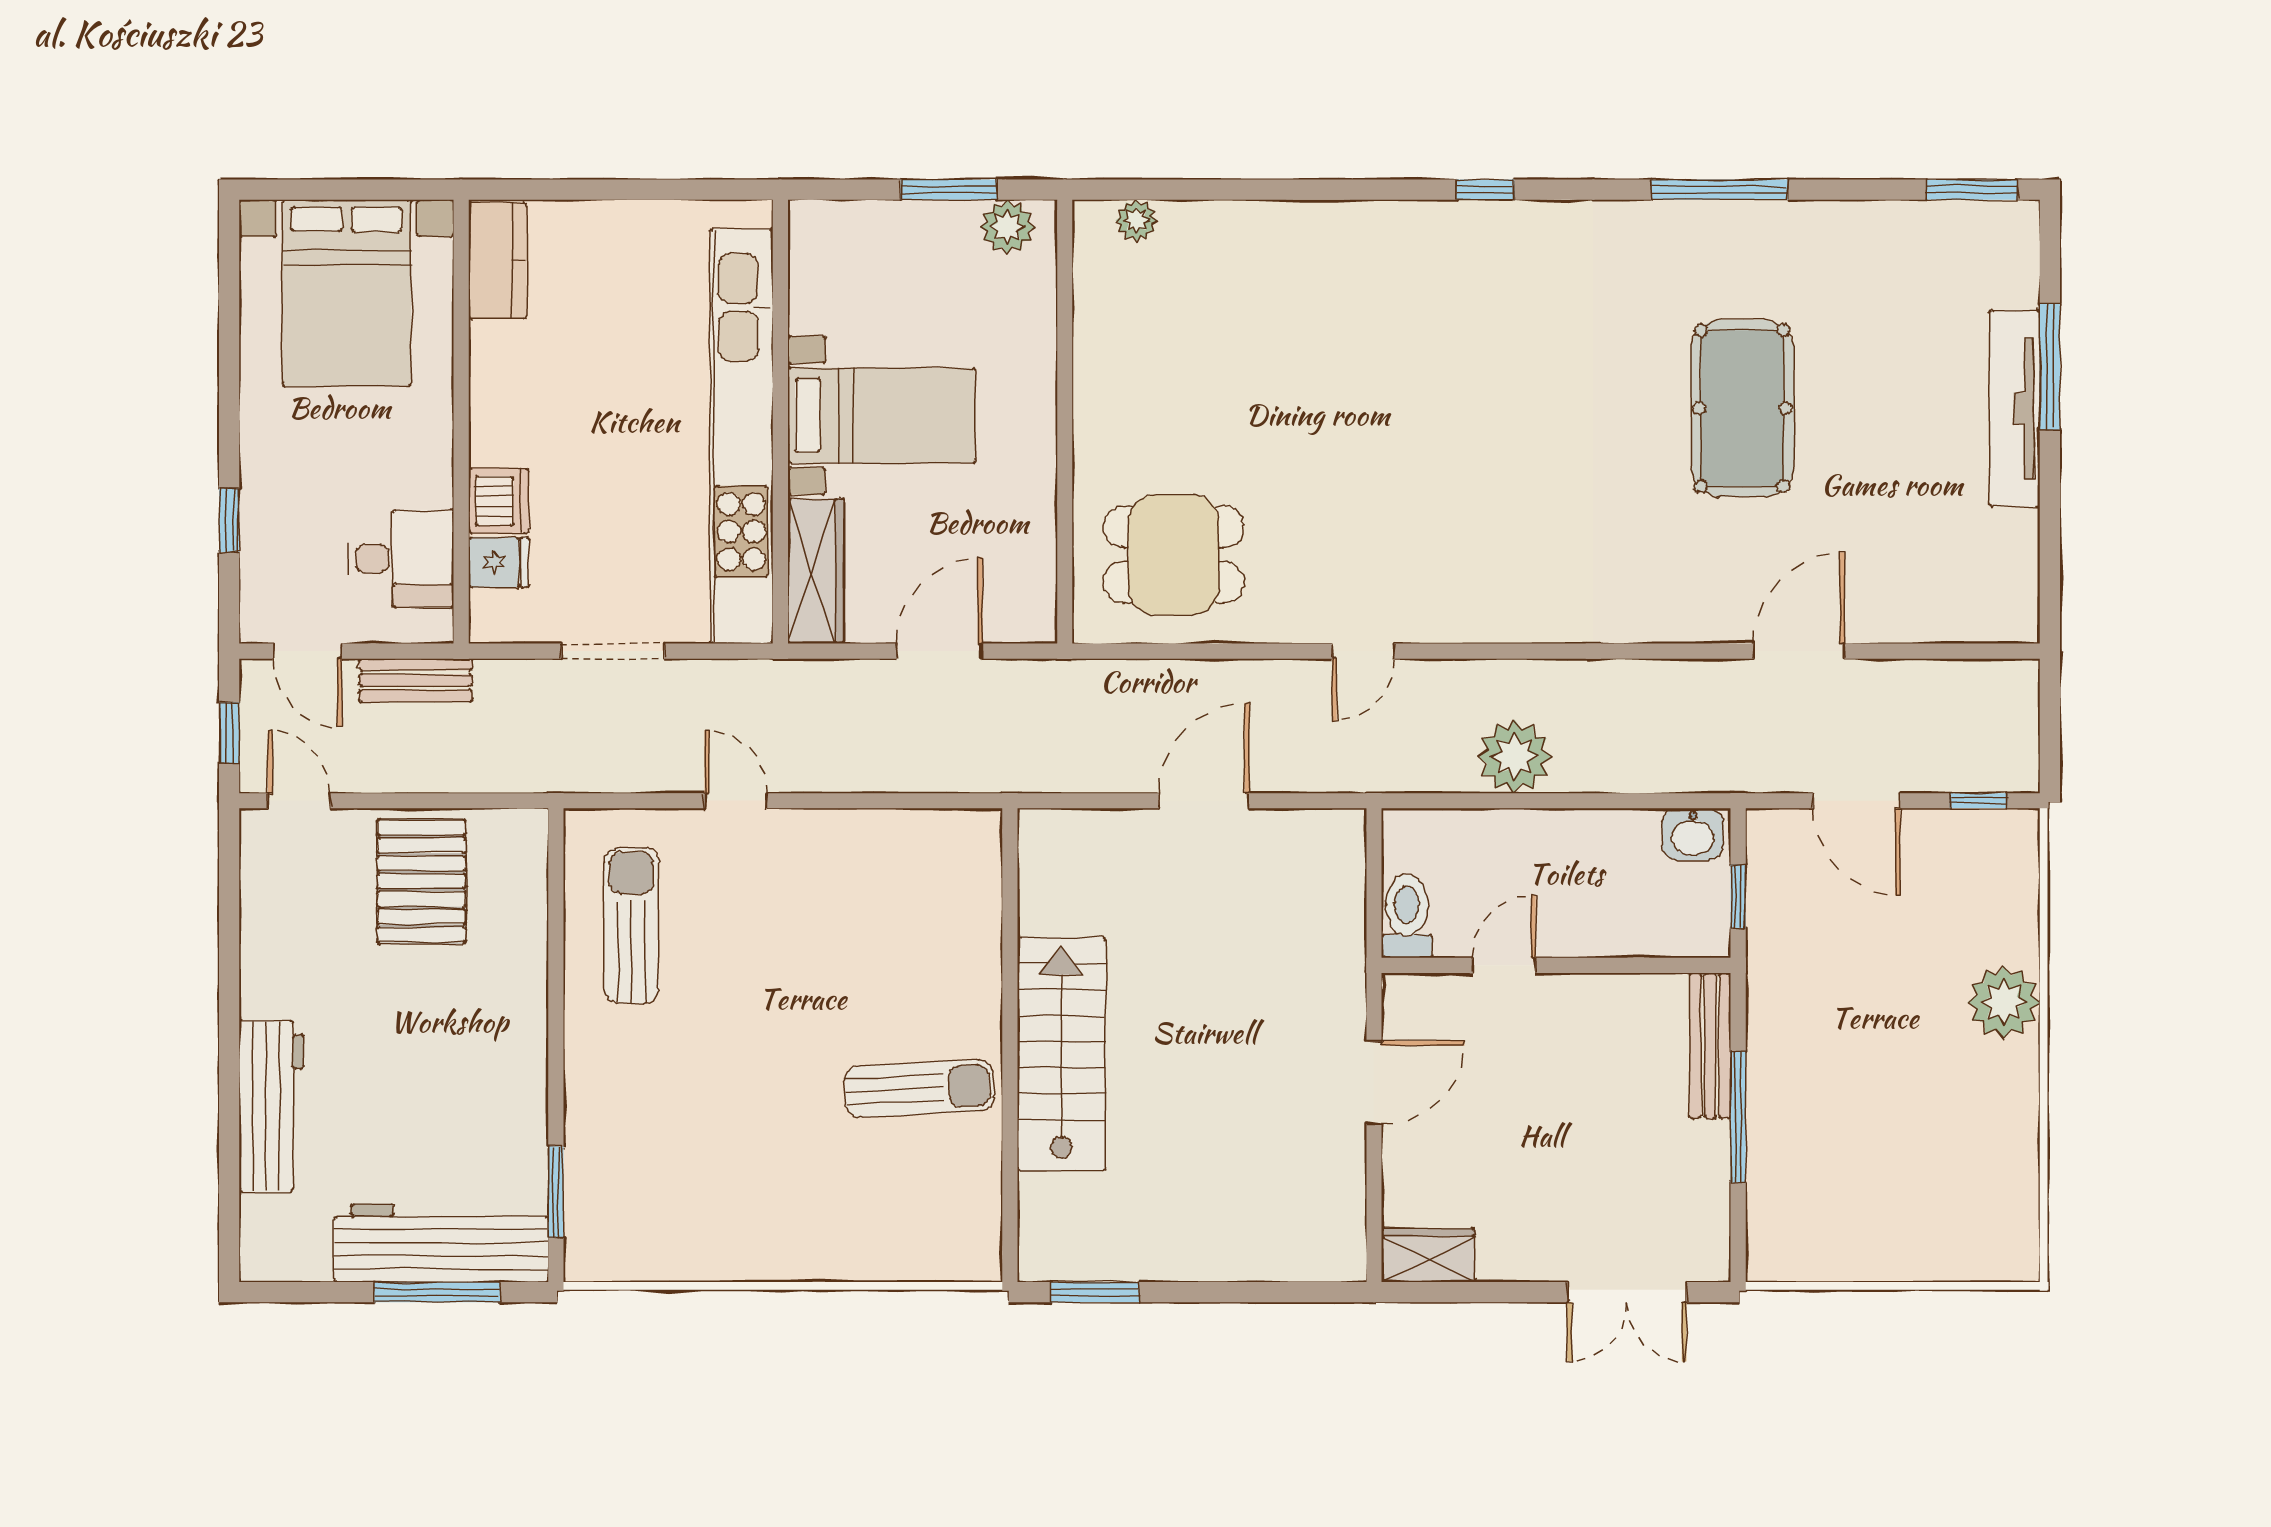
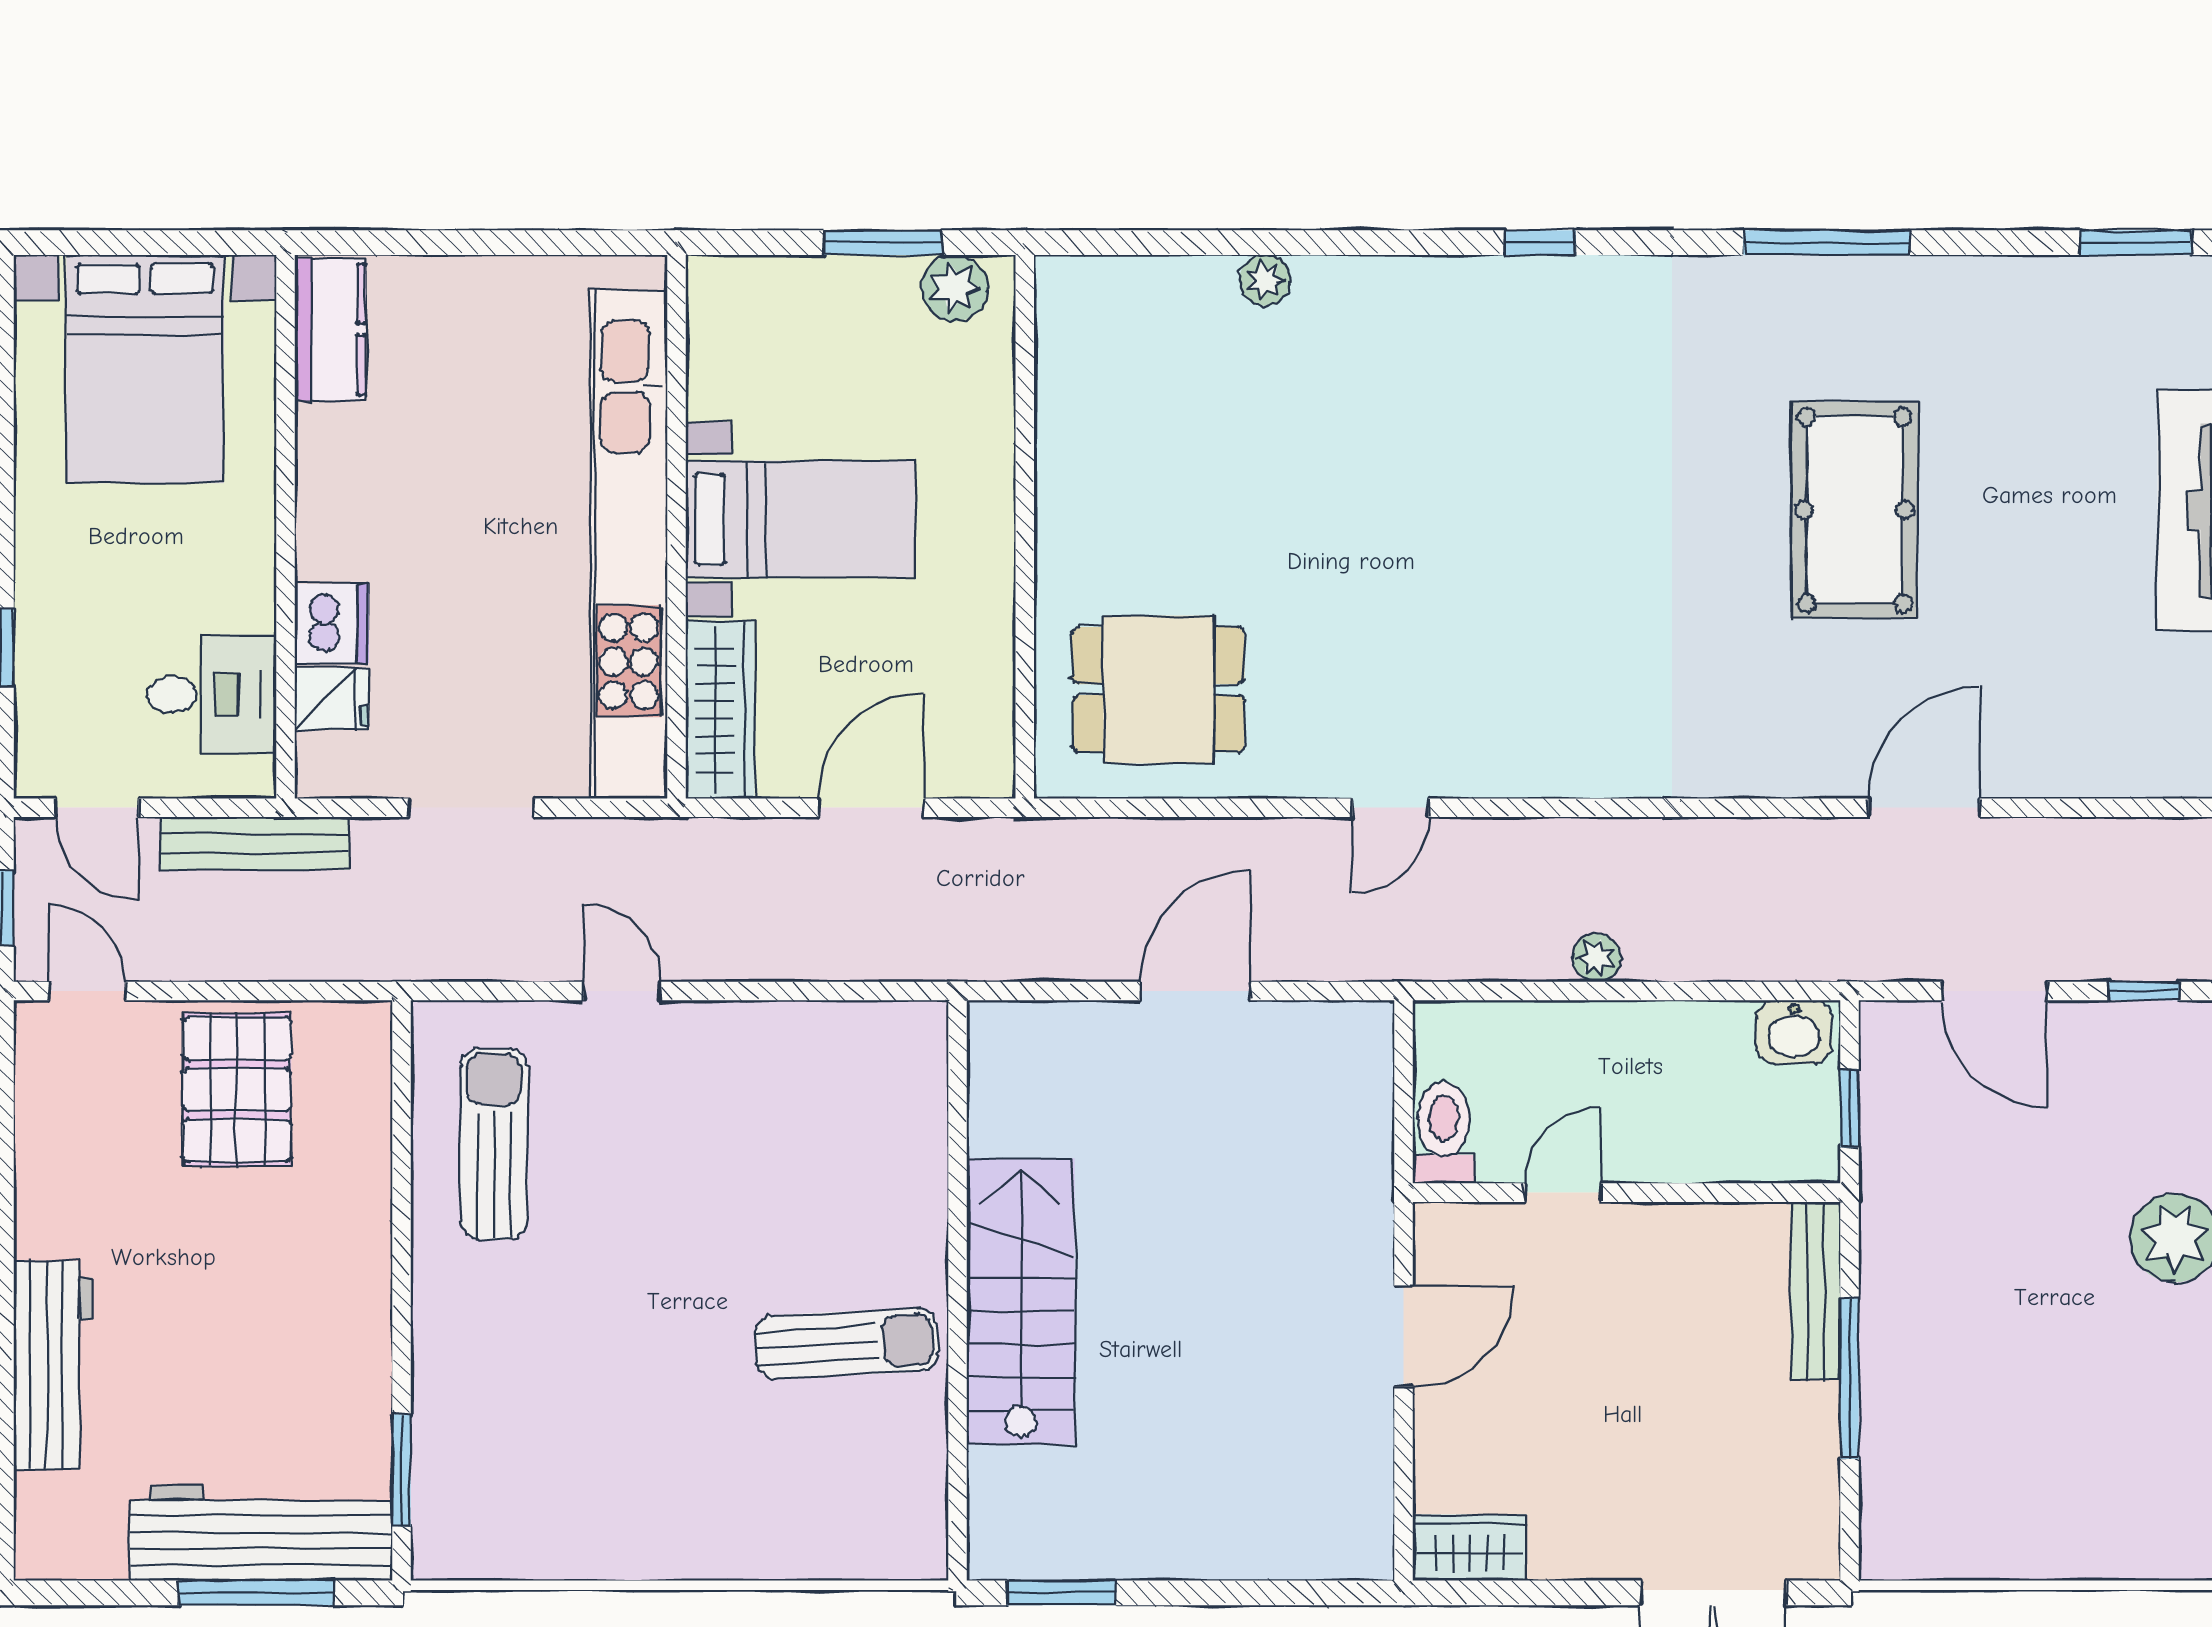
plant: (1136, 220) -> (1265, 280), moved
bench: (416, 680) -> (255, 843), width x1.36
plant: (1514, 756) -> (1597, 958), width x0.53, depth x0.53

